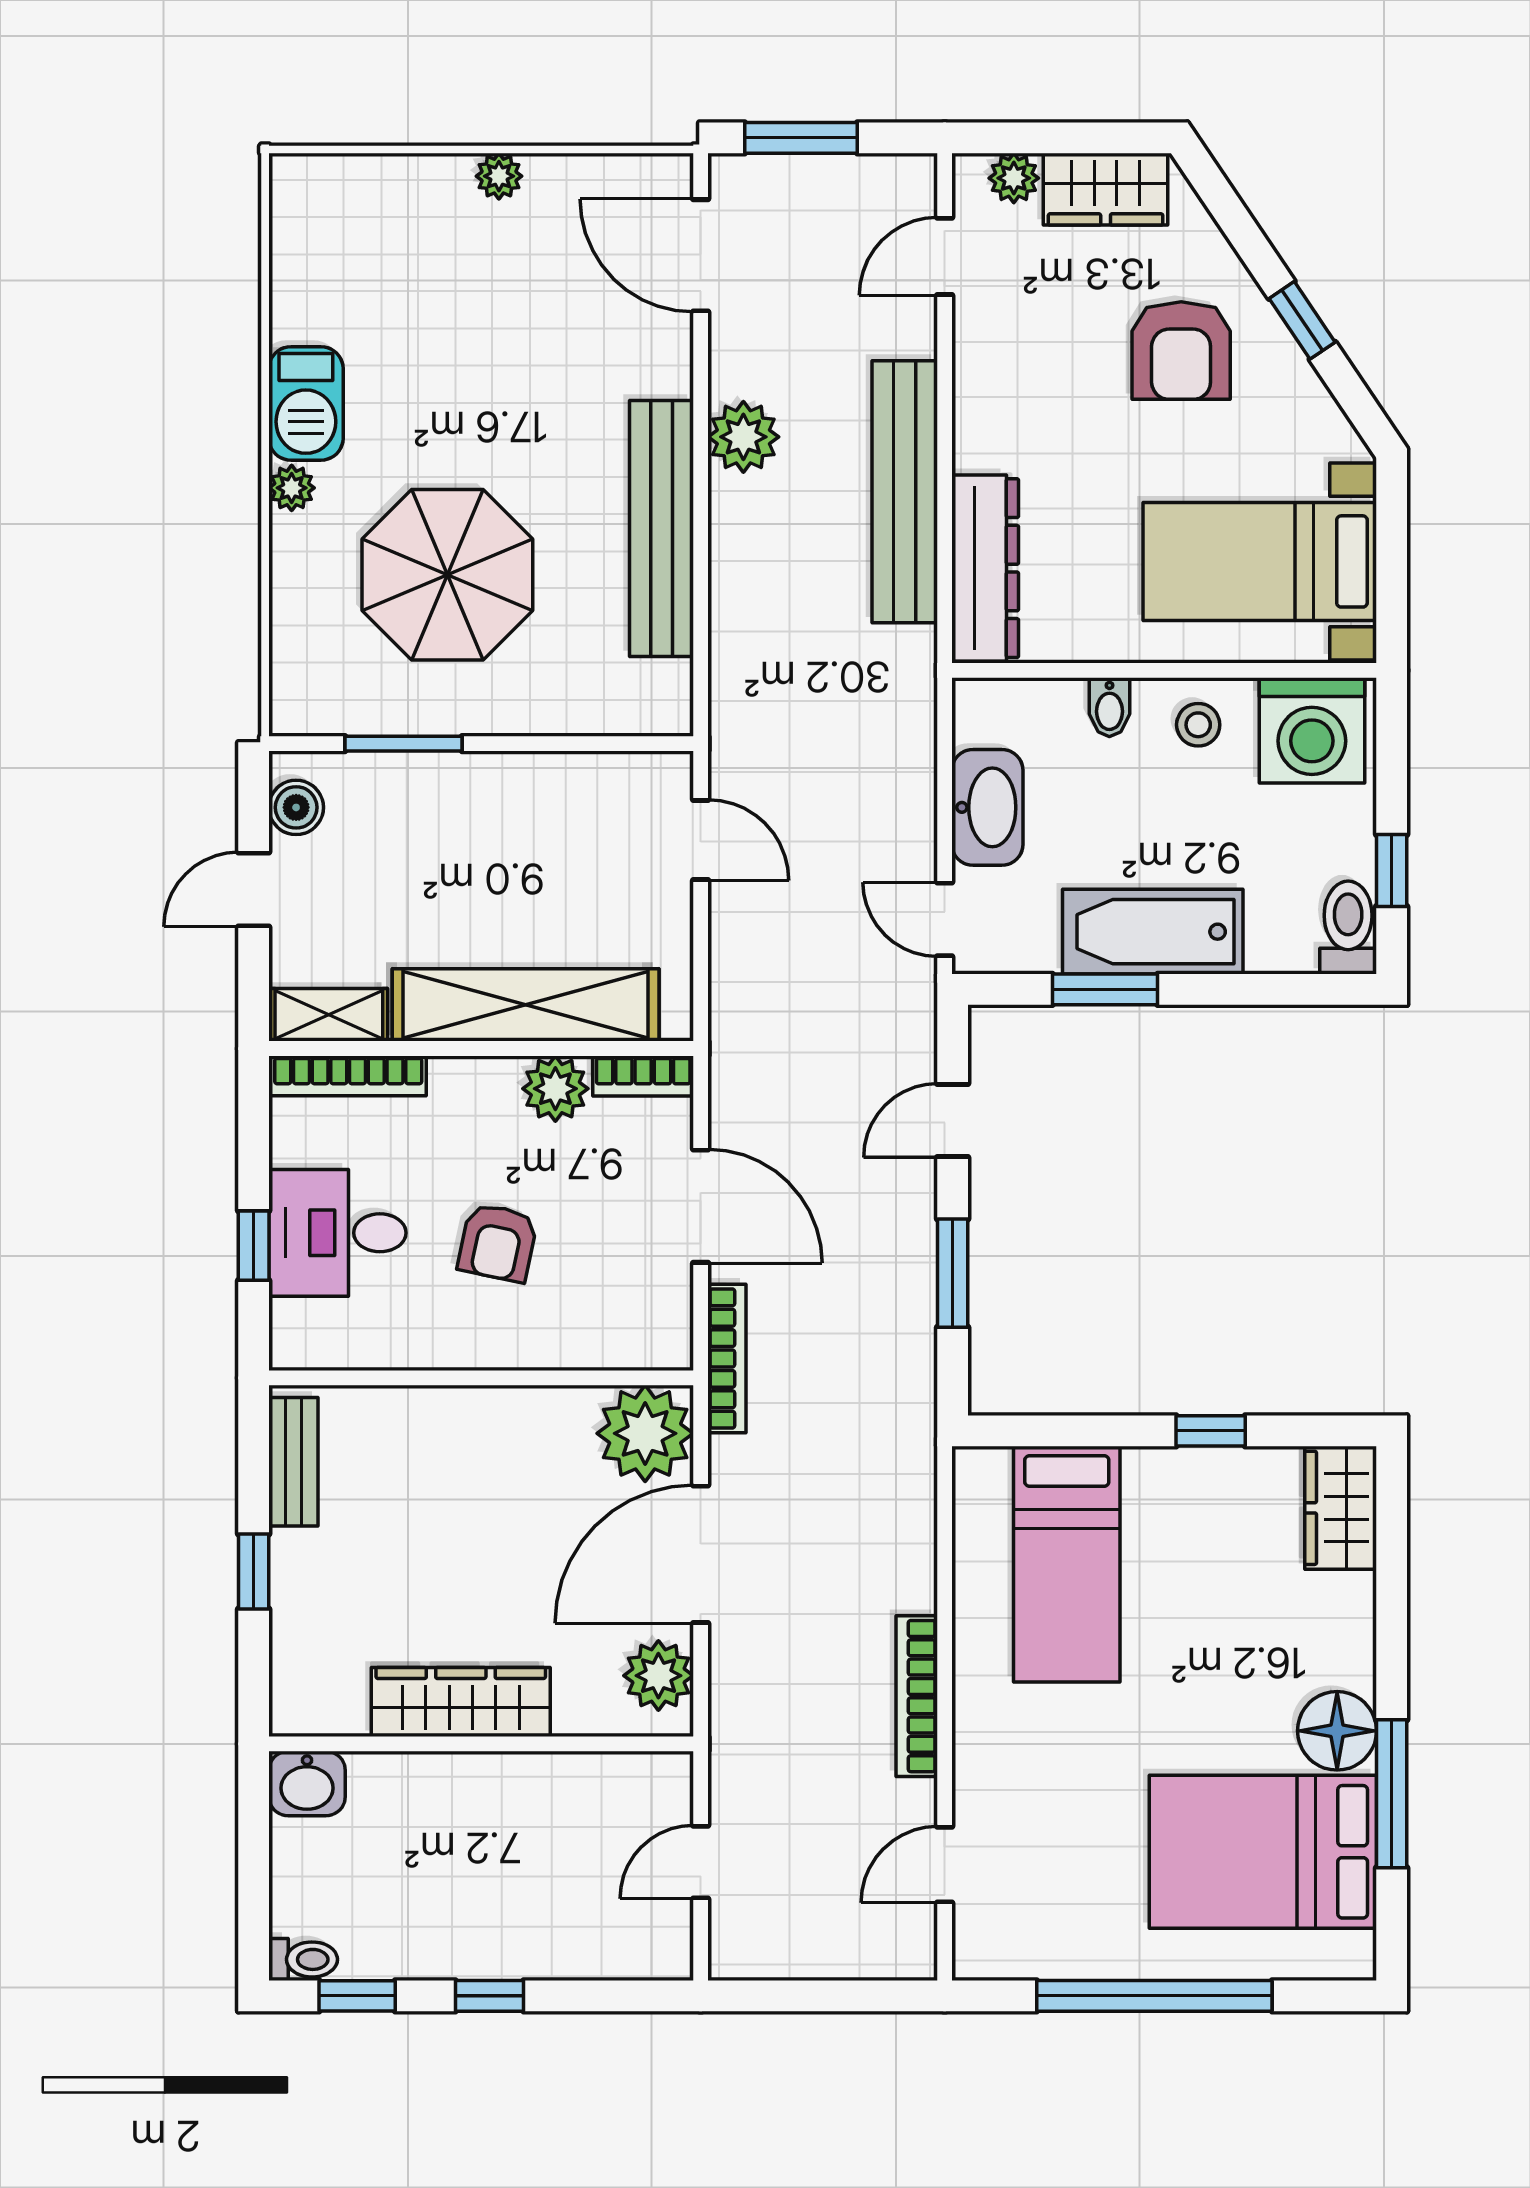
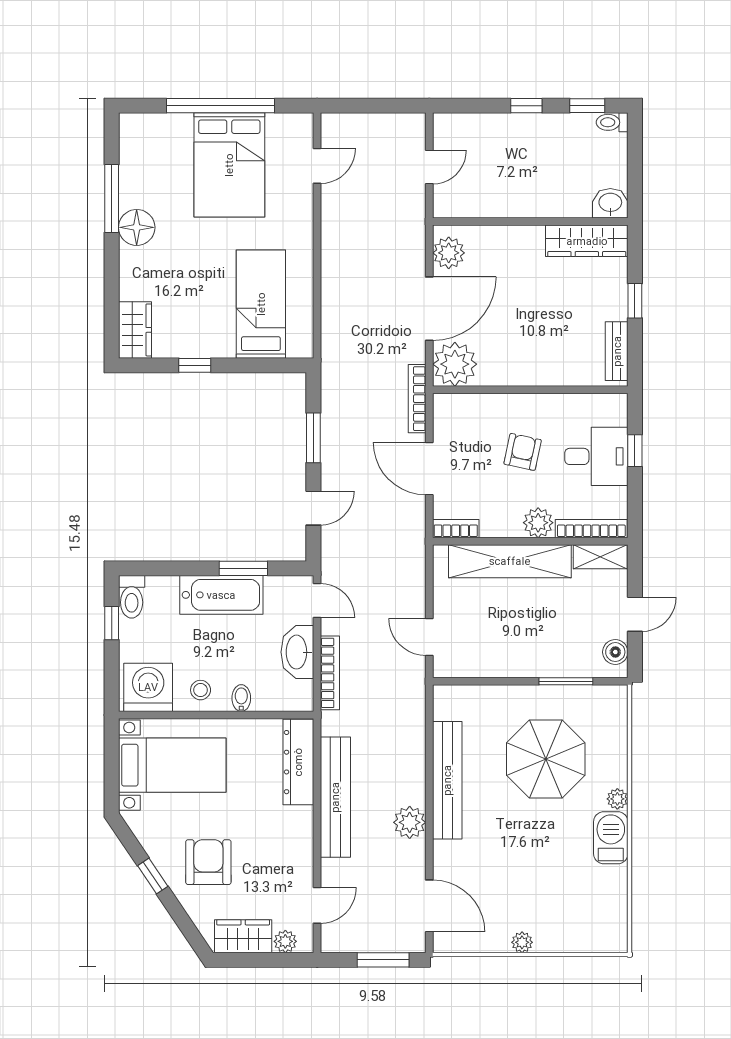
plant: (555, 1089) -> (538, 523), moved
bookcase: (917, 1696) -> (330, 673), moved
wardrobe: (461, 1702) -> (587, 241), moved
bed: (1263, 1852) -> (229, 165), moved, turned 90

